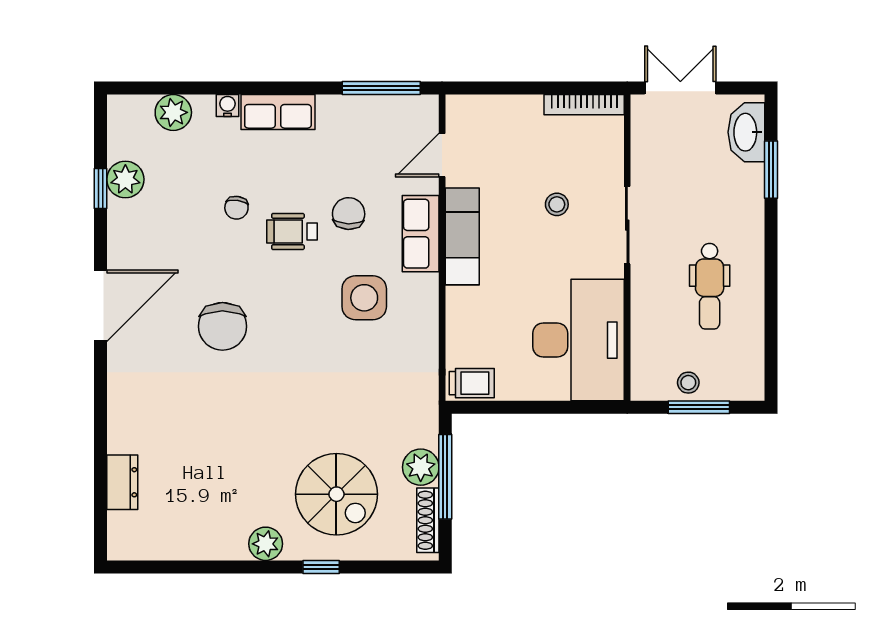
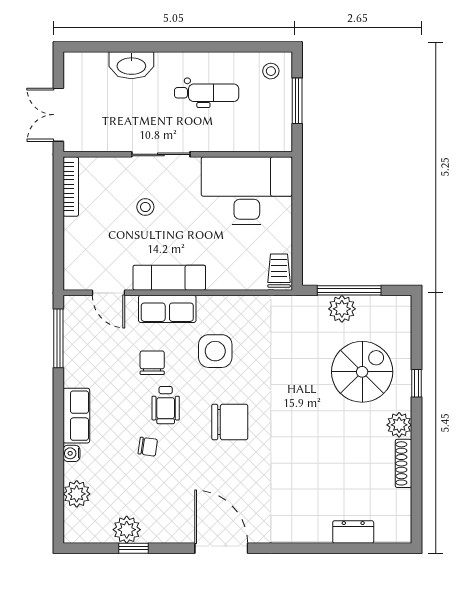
washbasin: (746, 132) -> (131, 65), moved
window: (771, 170) -> (119, 47), removed
chair: (349, 214) -> (152, 363), turned 88
chair: (222, 326) -> (230, 422), moved
stool: (688, 383) -> (271, 71), moved
shoe rack: (428, 520) -> (404, 463), moved, turned 90

